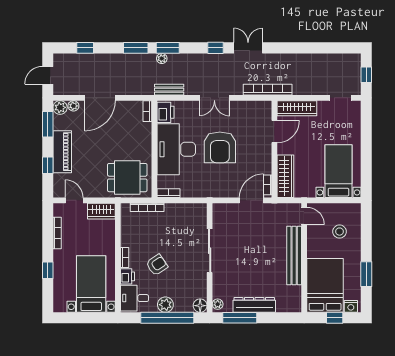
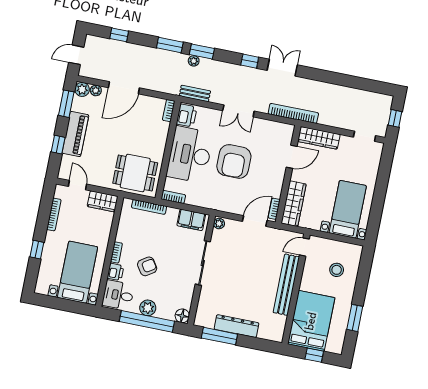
filing cabinet: (190, 212) -> (191, 220), added
door: (304, 216) -> (304, 247), swing flipped
plant: (218, 304) -> (219, 224), moved
nightstand: (351, 306) -> (333, 347), removed

